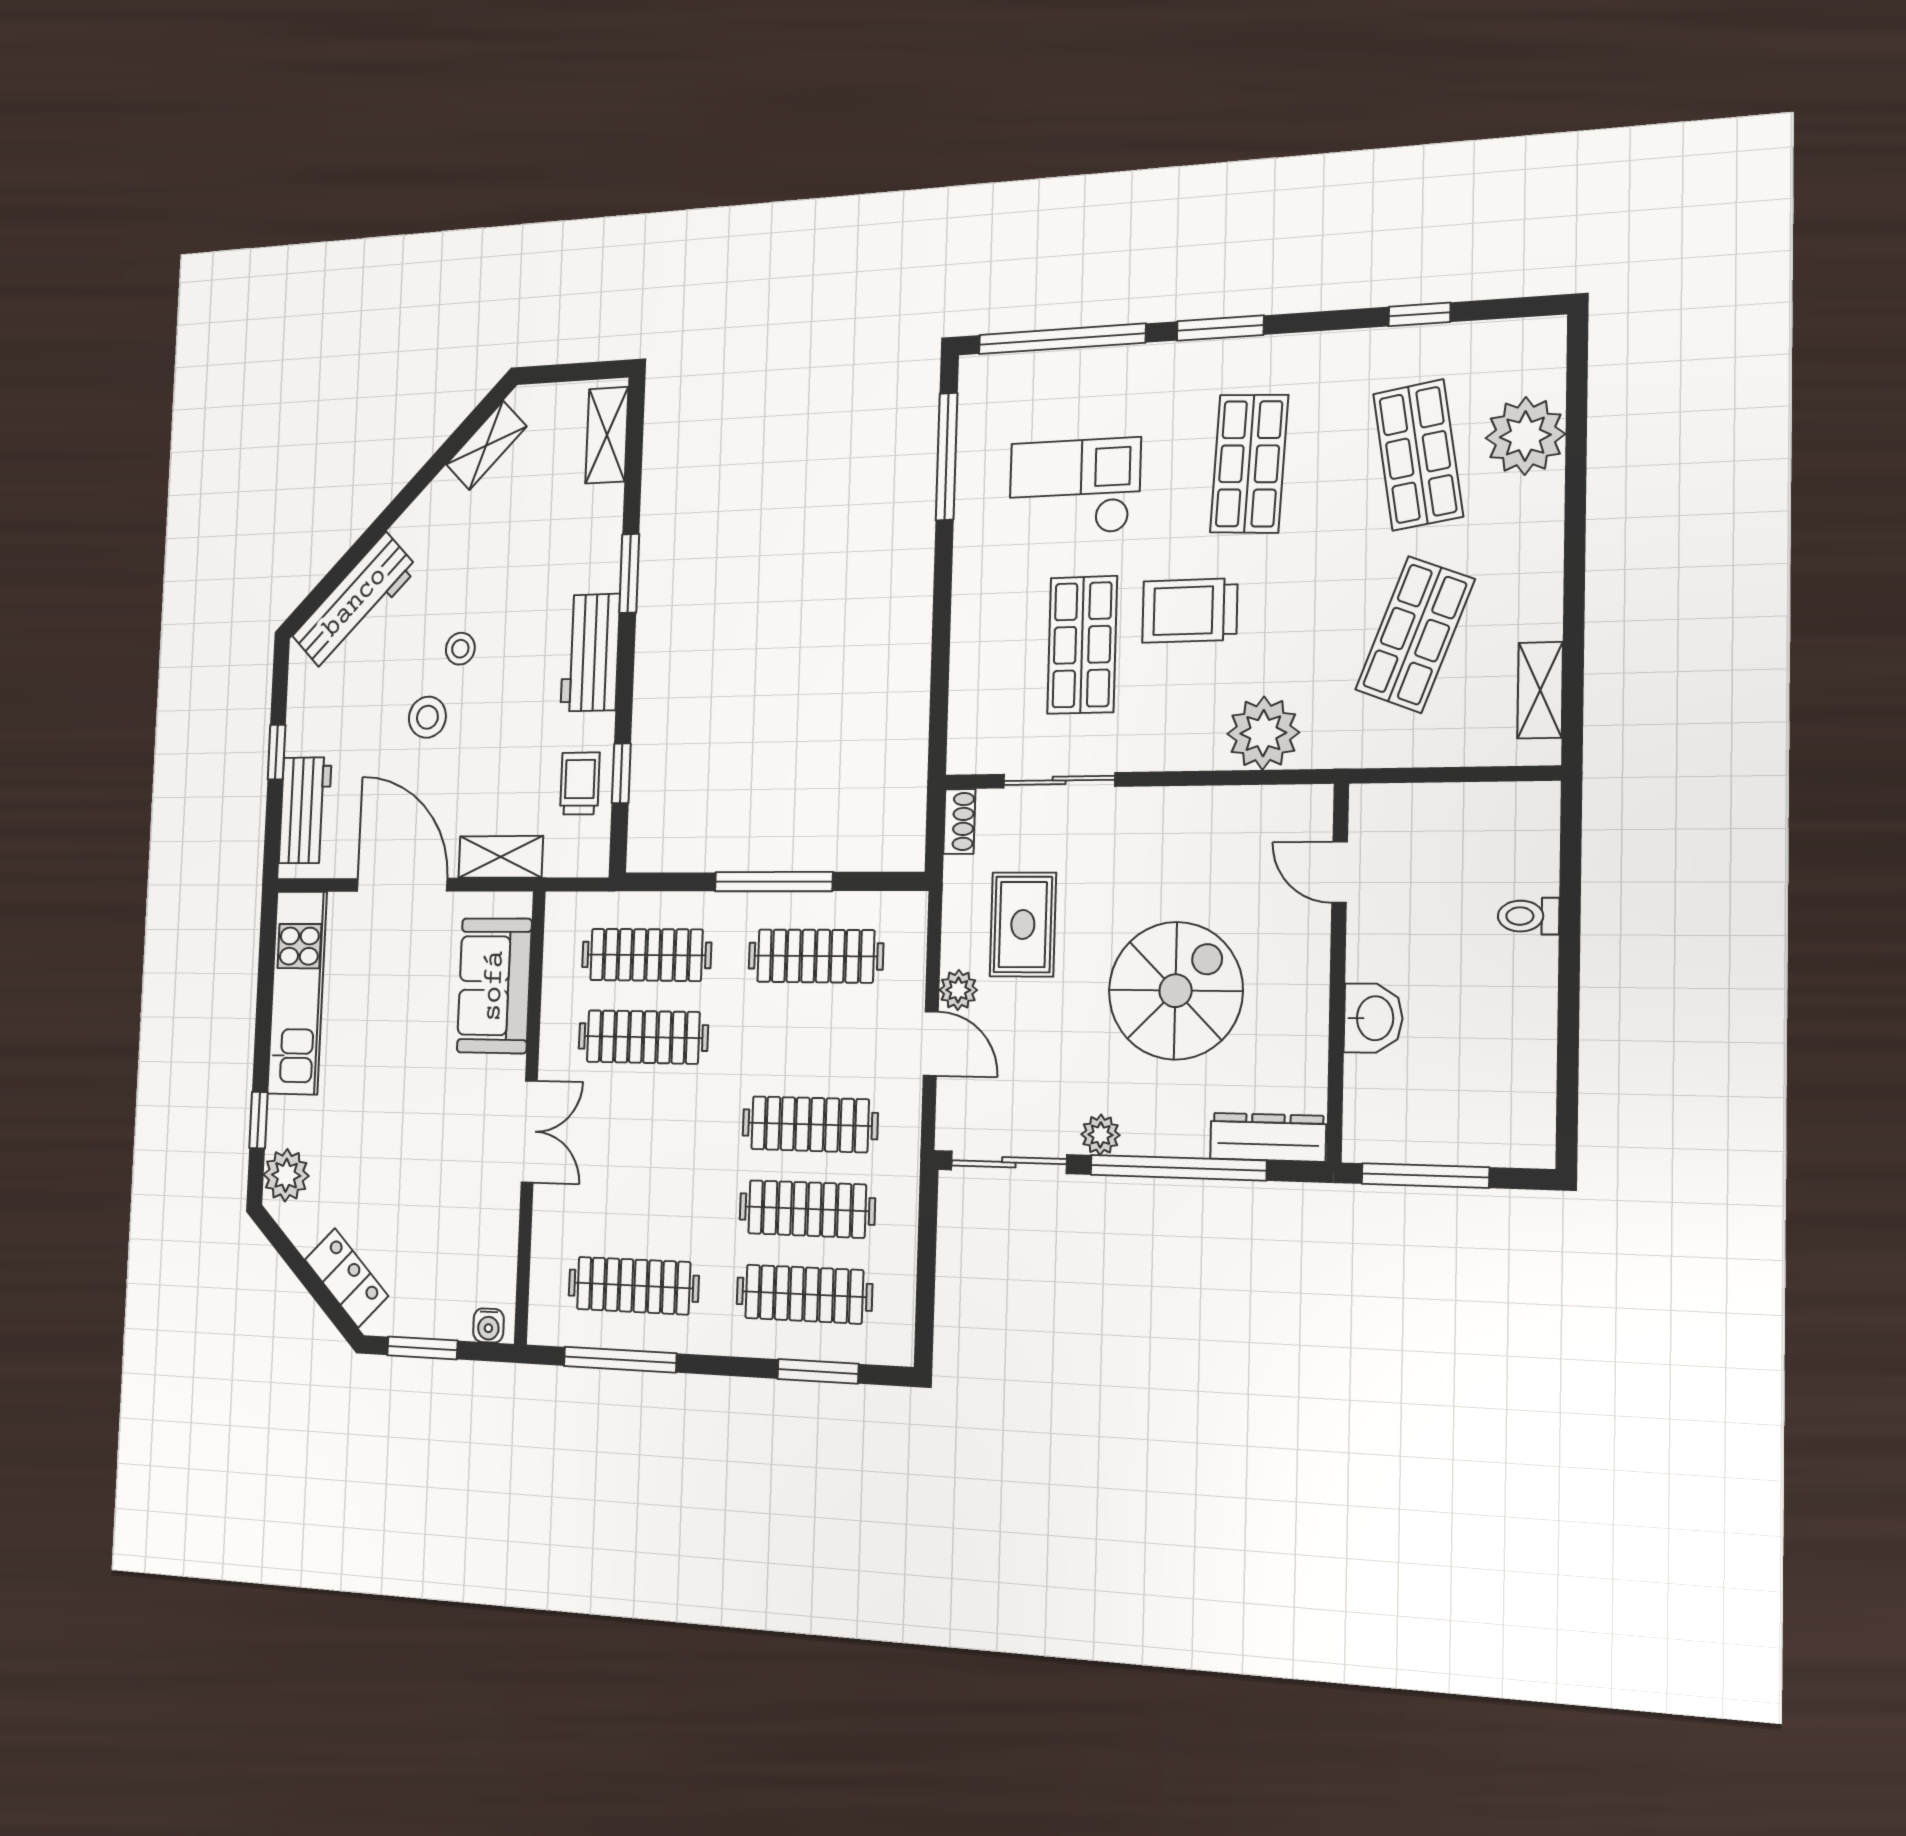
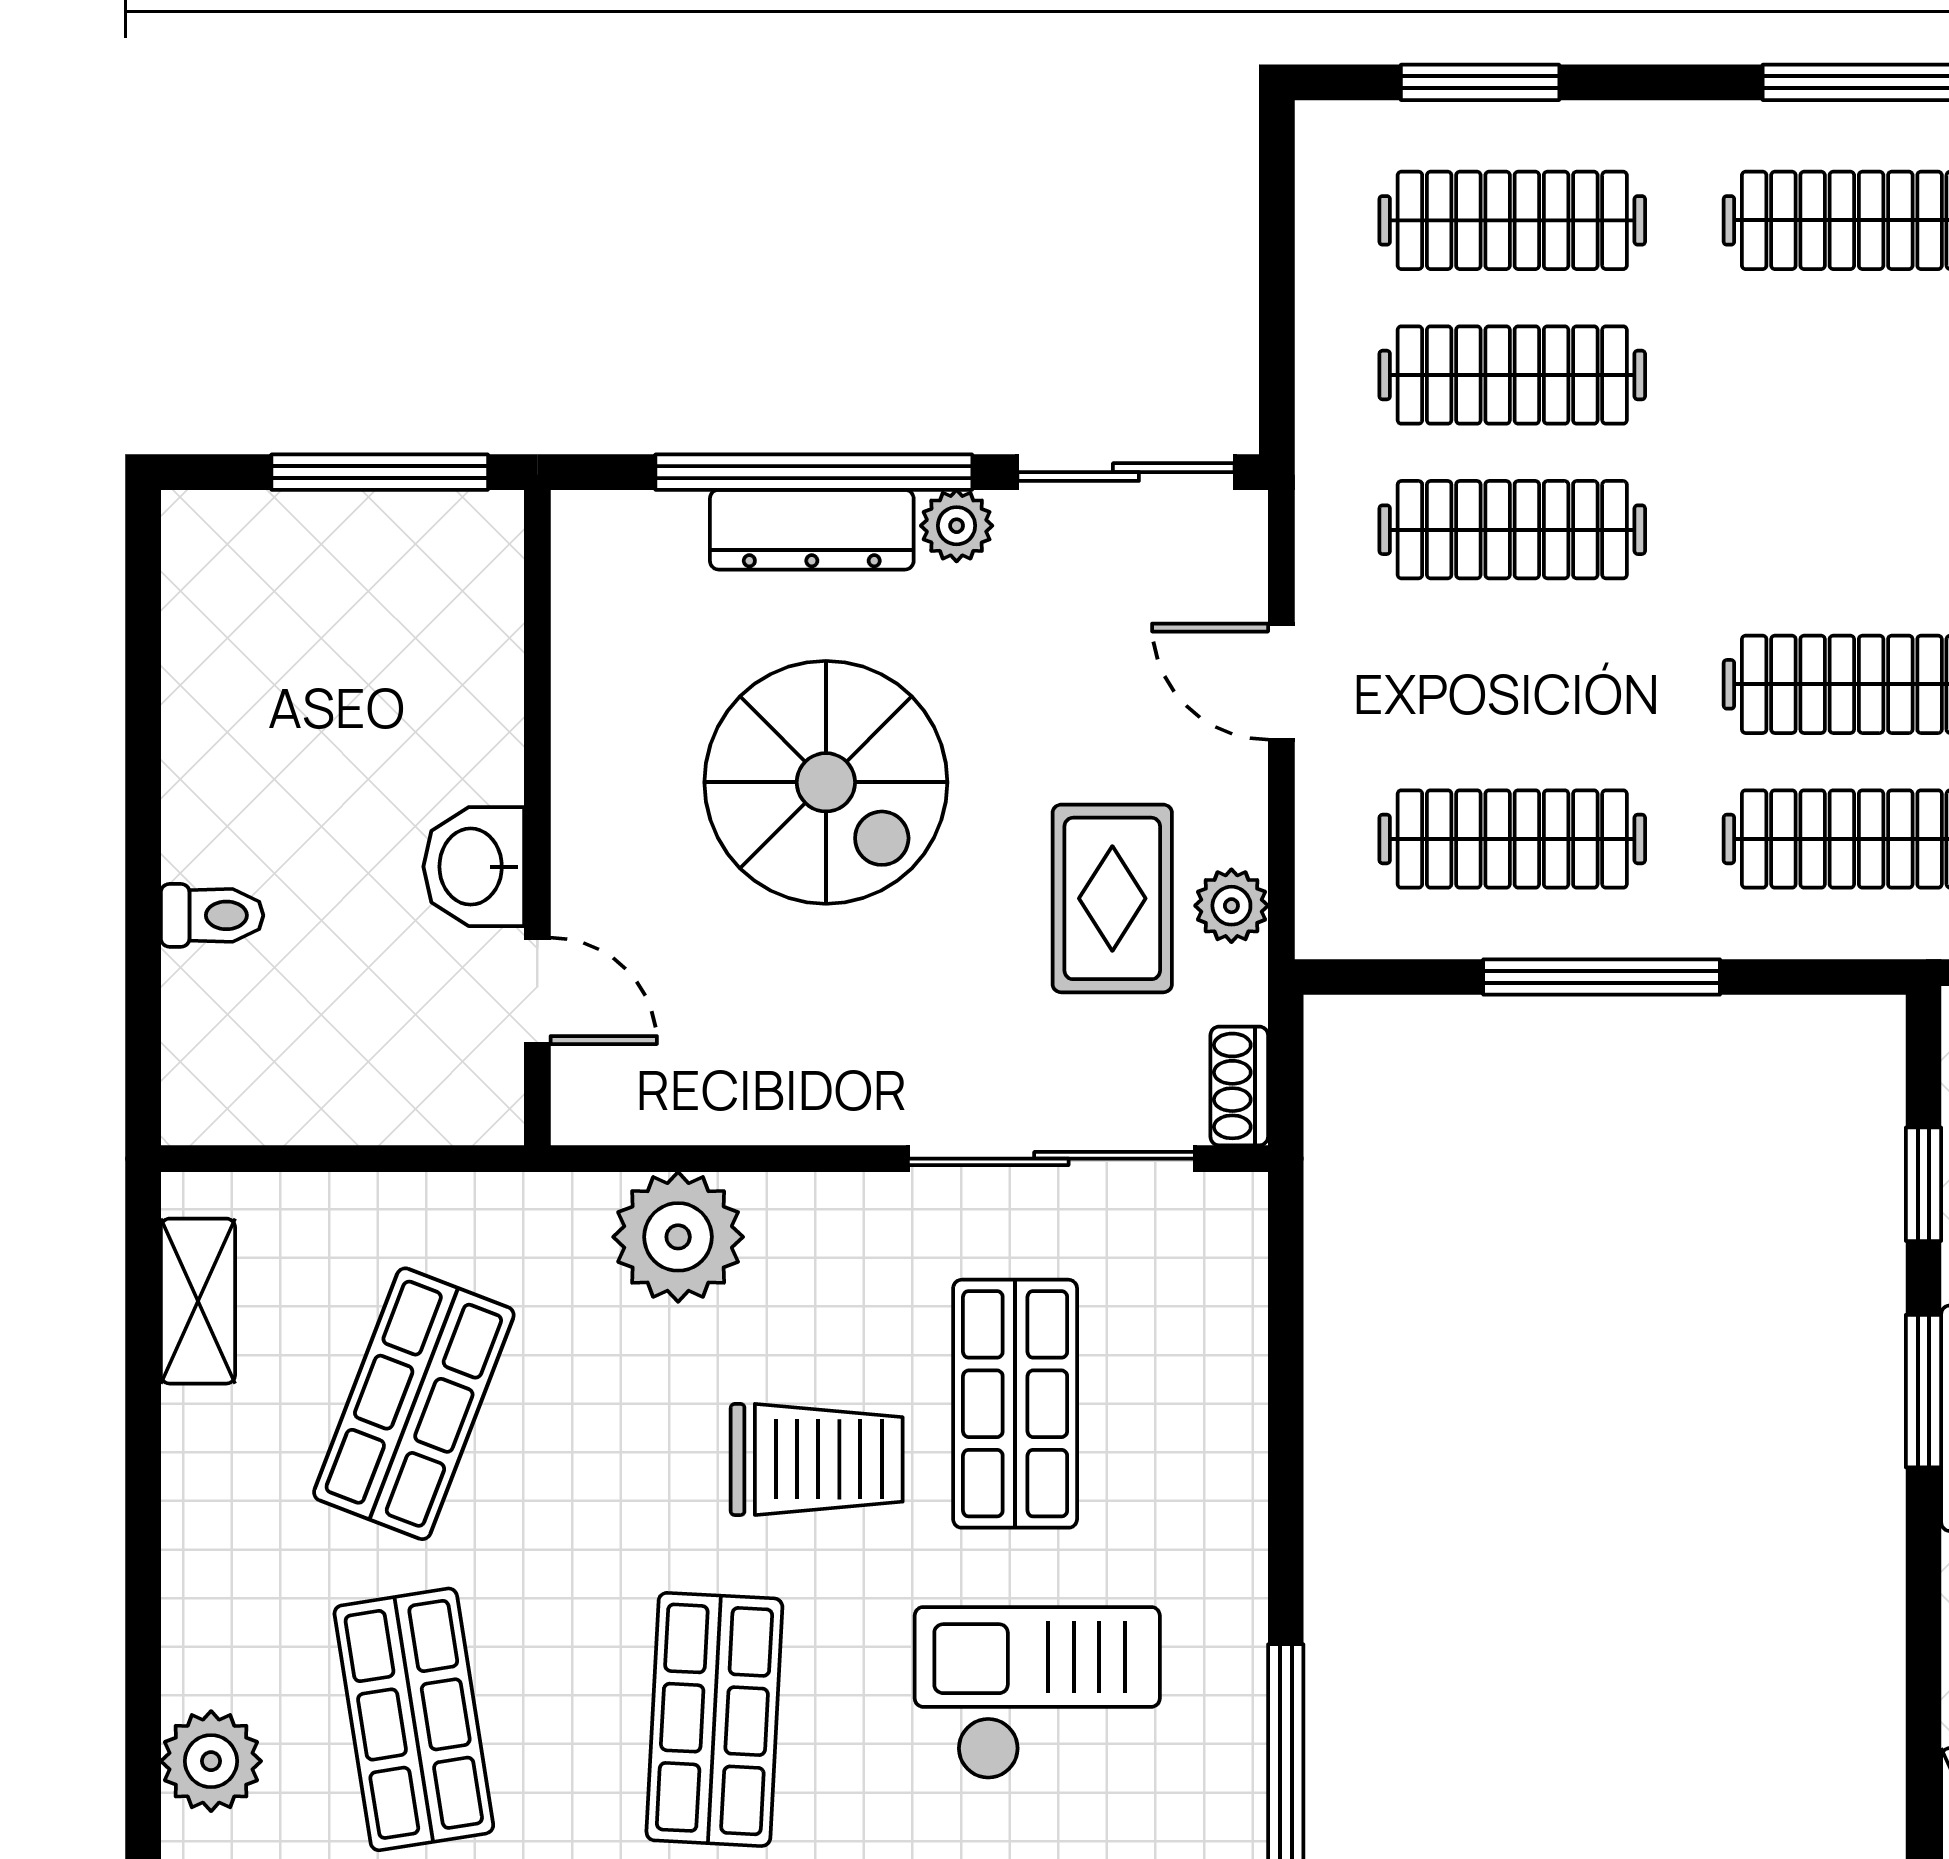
plant: (1525, 436) -> (211, 1761), width x0.73, depth x0.73
checkout: (1075, 487) -> (1037, 1693), turned 180
window: (629, 573) -> (1923, 1391), moved
sliding door: (1059, 780) -> (1051, 1159), width x1.37
plant: (958, 990) -> (1231, 906), moved
spiral stairs: (1176, 991) -> (826, 782), turned -90
washbasin: (1373, 1018) -> (474, 867), moved
dresser: (1268, 1137) -> (812, 530), moved

